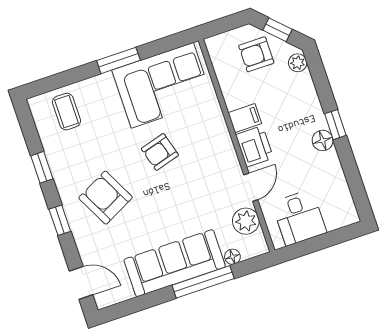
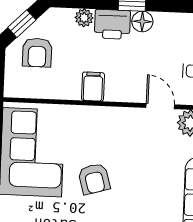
plant: (298, 63) -> (84, 18), moved
printer: (254, 146) -> (112, 24), moved, turned 180

